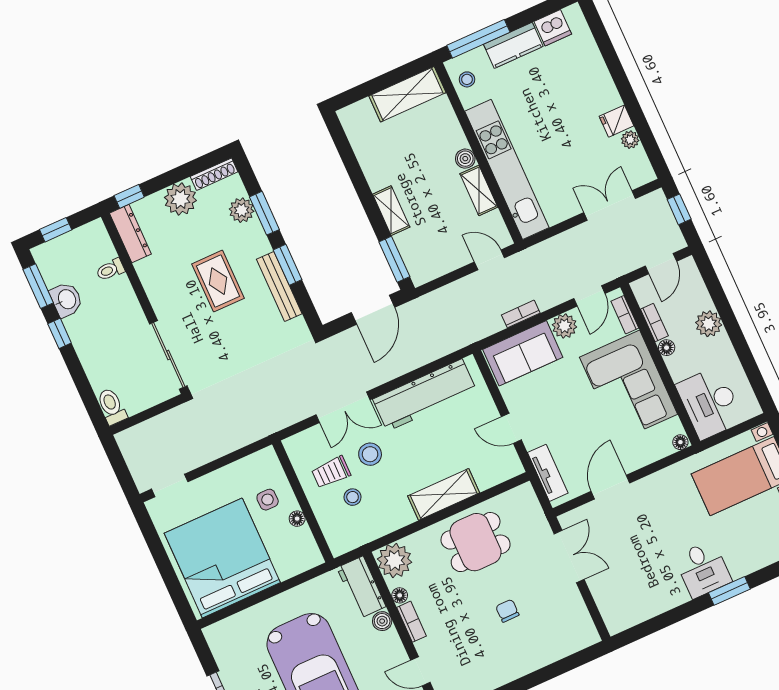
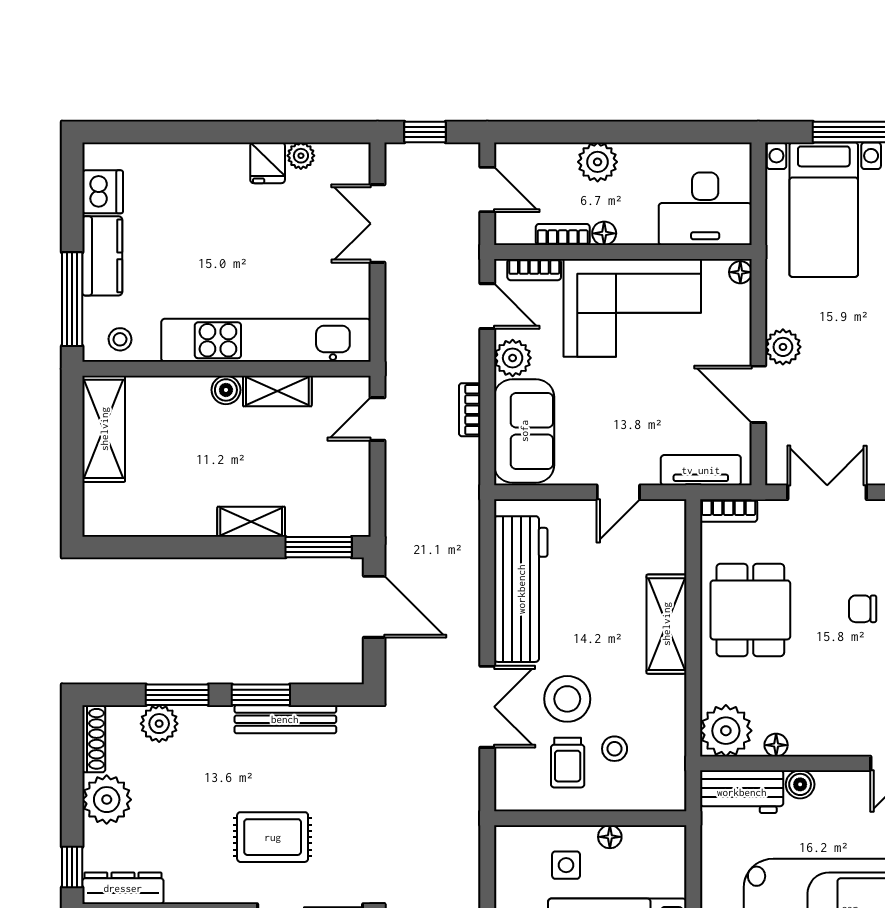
rug: (218, 281) -> (273, 837), moved
stool: (370, 454) -> (567, 699), width x1.38, depth x1.38
plant: (646, 489) -> (783, 347), added
bookcase: (411, 622) -> (729, 511), moved, turned 180

